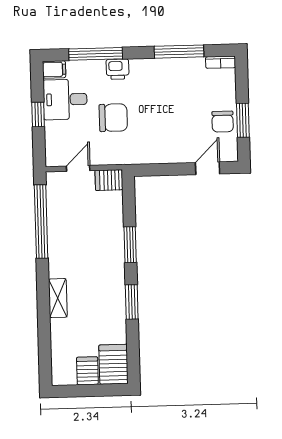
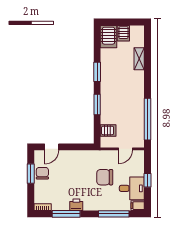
printer: (118, 69) -> (76, 205), moved
server rack: (109, 180) -> (108, 130), moved
shelving: (58, 298) -> (139, 59), moved

